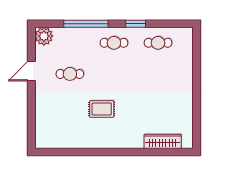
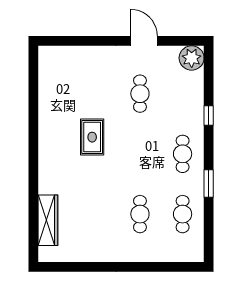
window: (86, 24) -> (209, 115), width x0.32
cafe table: (158, 74) -> (140, 214), added

